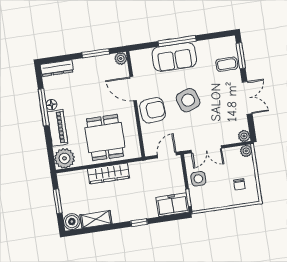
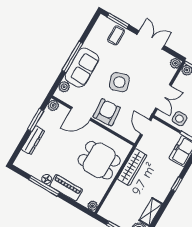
plant: (145, 55) -> (64, 87), added
dresser: (57, 68) -> (33, 140), moved
plant: (64, 158) -> (92, 206), width x0.53, depth x0.53
wardrobe: (108, 173) -> (132, 167), moved

